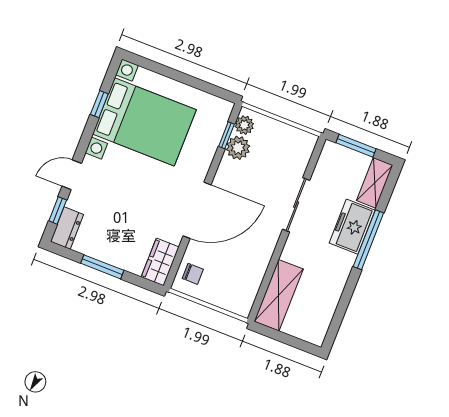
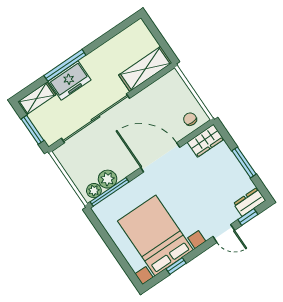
window: (226, 135) -> (109, 192), width x2.17
sliding door: (296, 205) -> (95, 118), width x1.86

